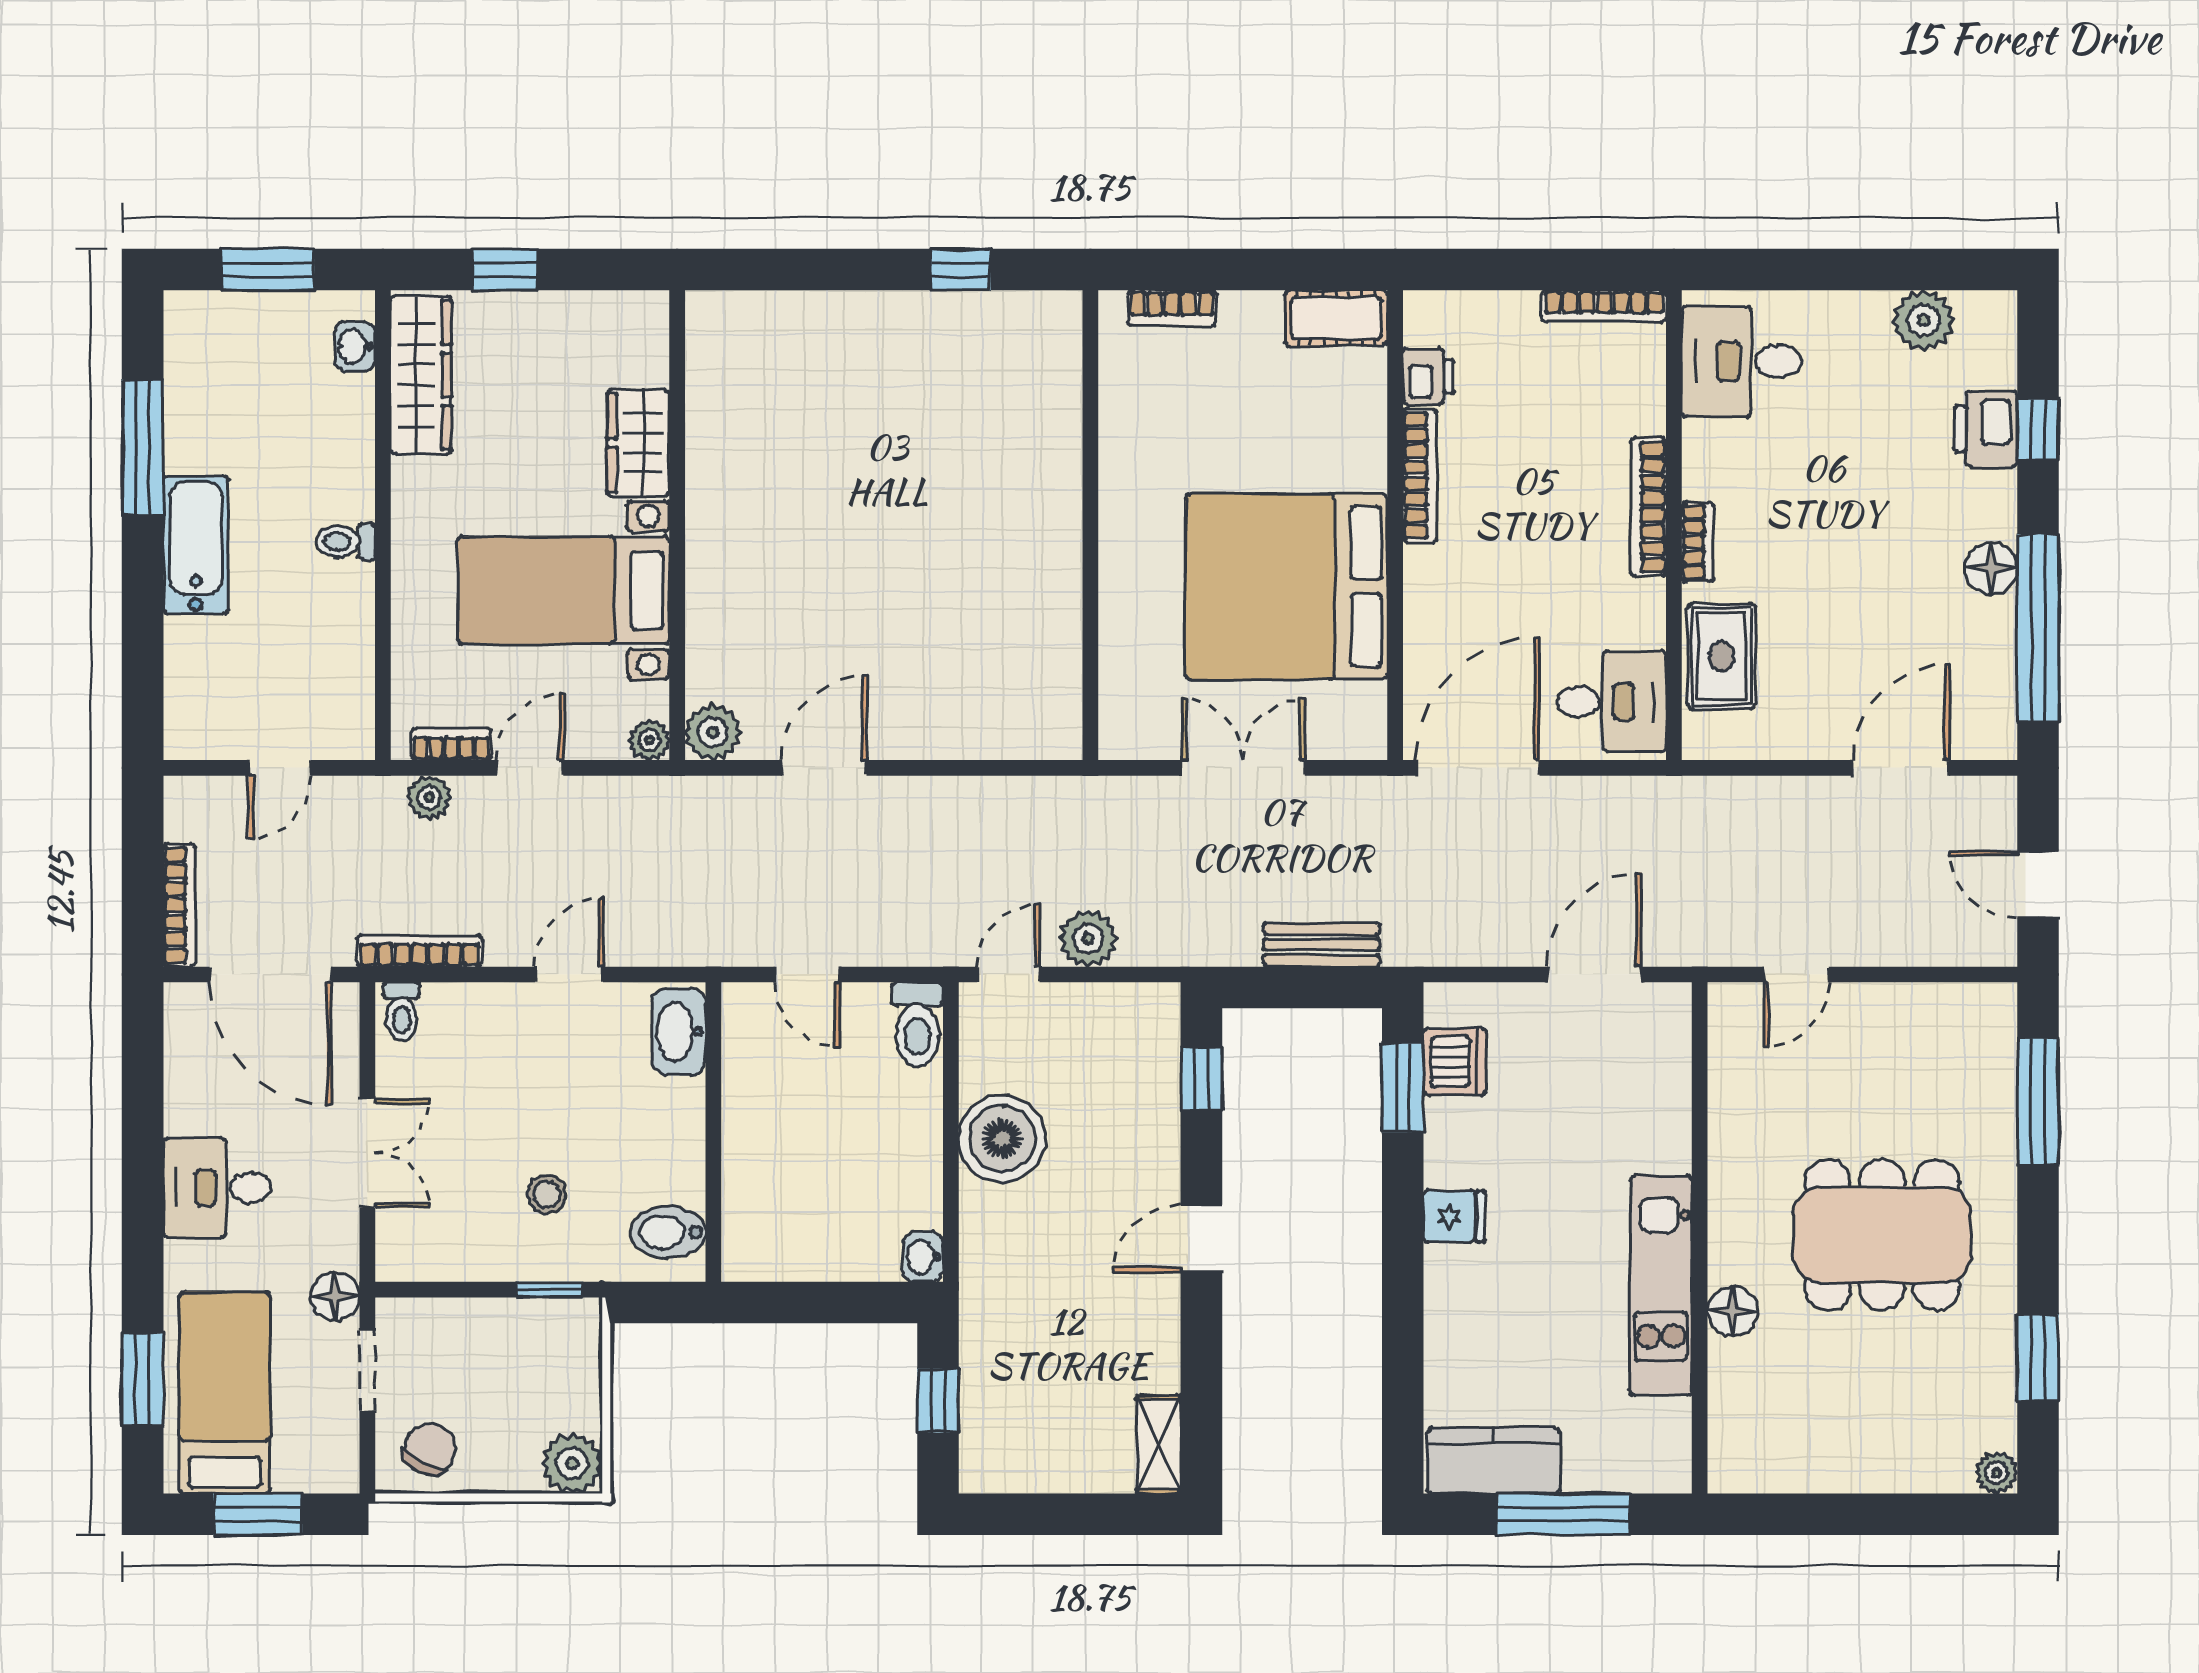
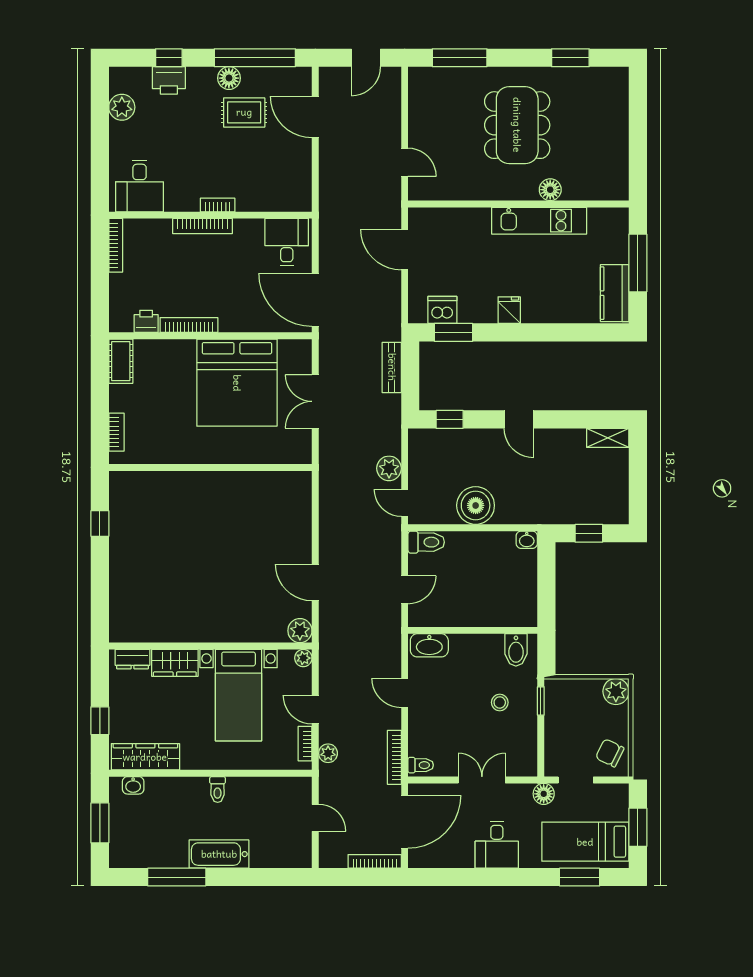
dresser: (647, 345) -> (132, 659), added
rug: (1722, 656) -> (244, 112), moved
plant: (1996, 1473) -> (620, 76), removed

